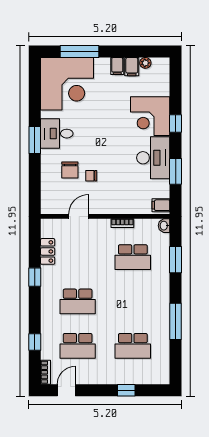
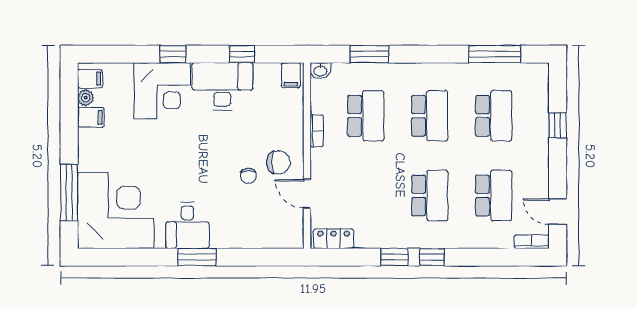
filing cabinet: (117, 66) -> (90, 79), moved
chair: (70, 170) -> (278, 162), moved
window: (176, 171) -> (242, 54), width x0.67
locker: (48, 251) -> (334, 239), moved
school desk: (133, 301) -> (430, 116), added
window: (176, 321) -> (495, 54), moved
window: (35, 342) -> (432, 257), moved

